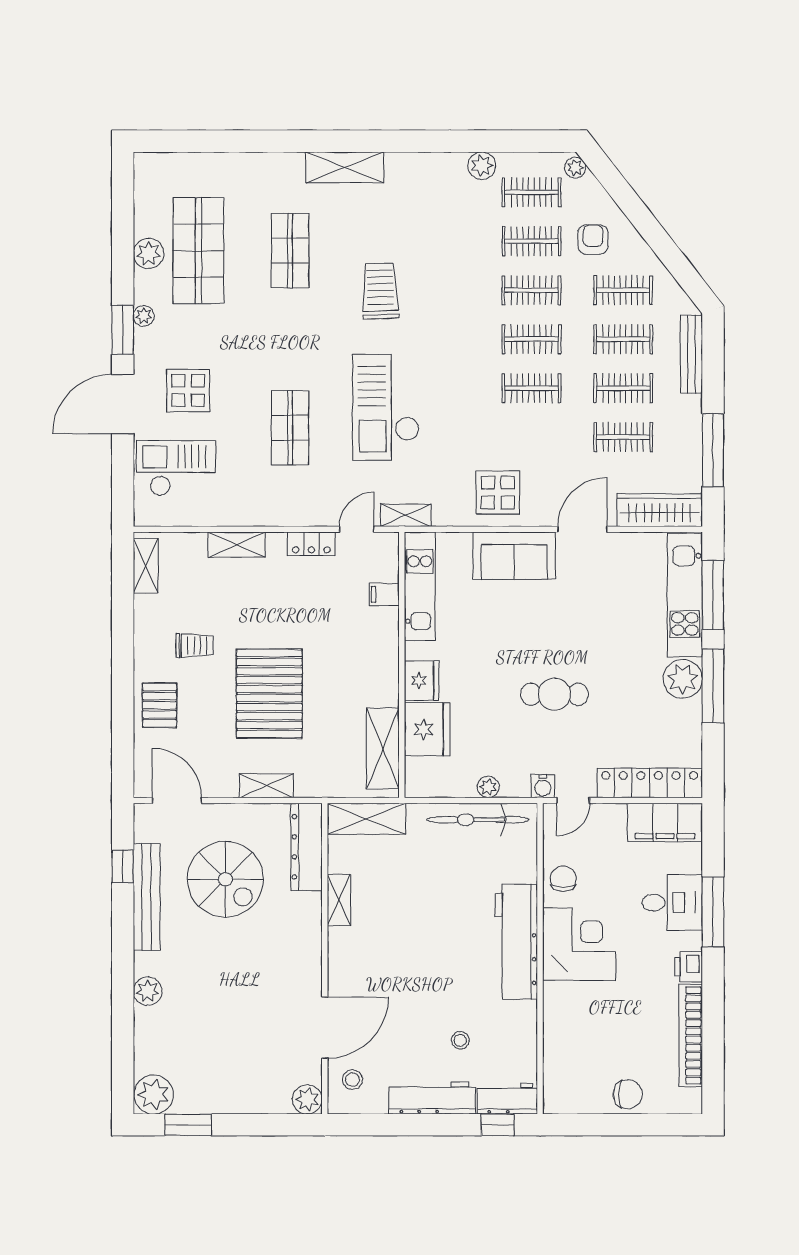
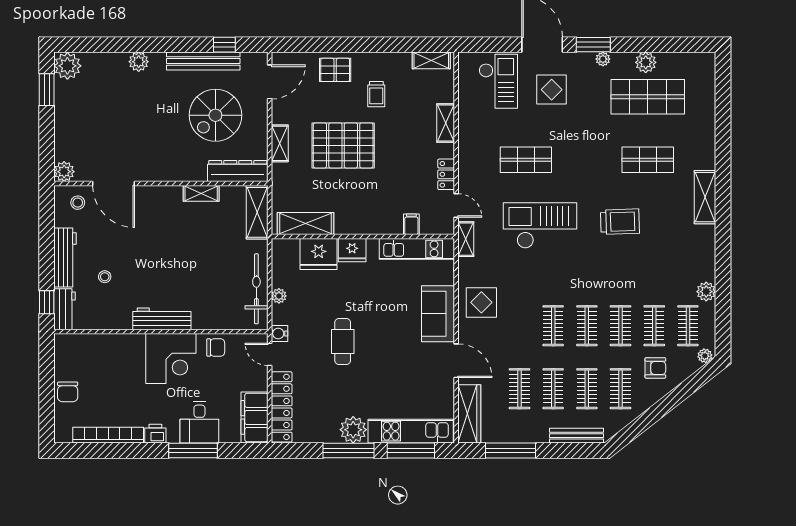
workbench: (516, 942) -> (162, 319), width x0.73, depth x0.76

